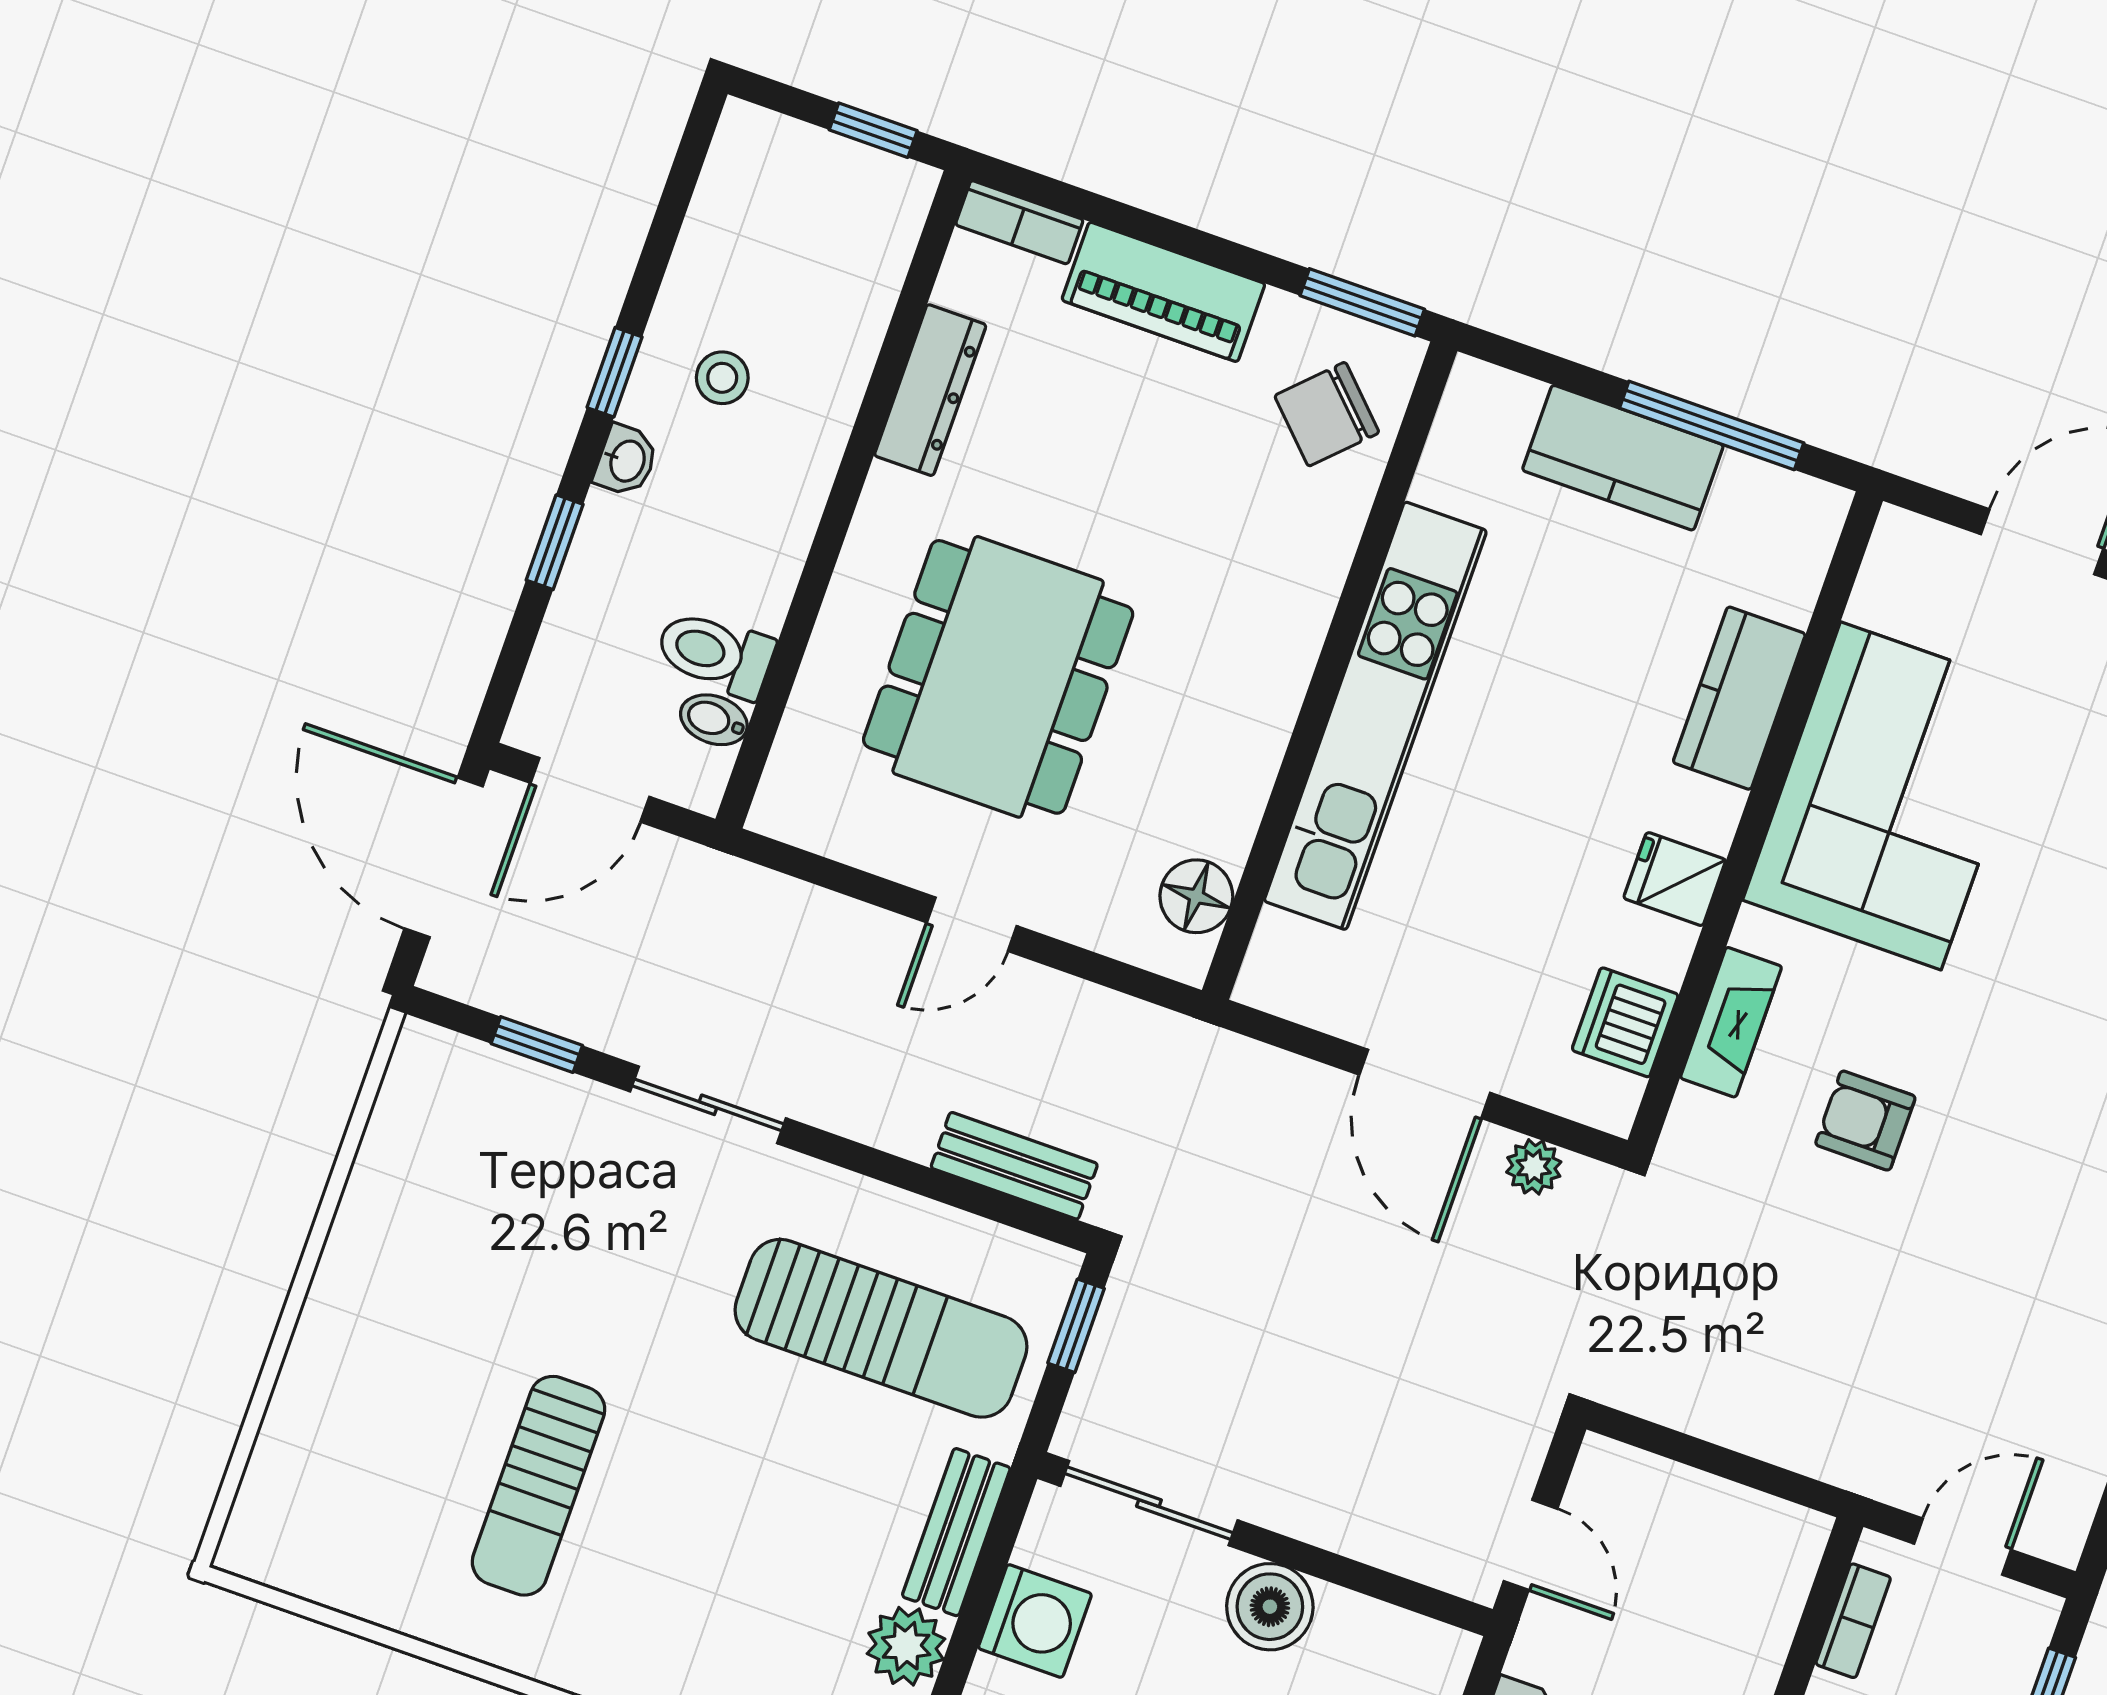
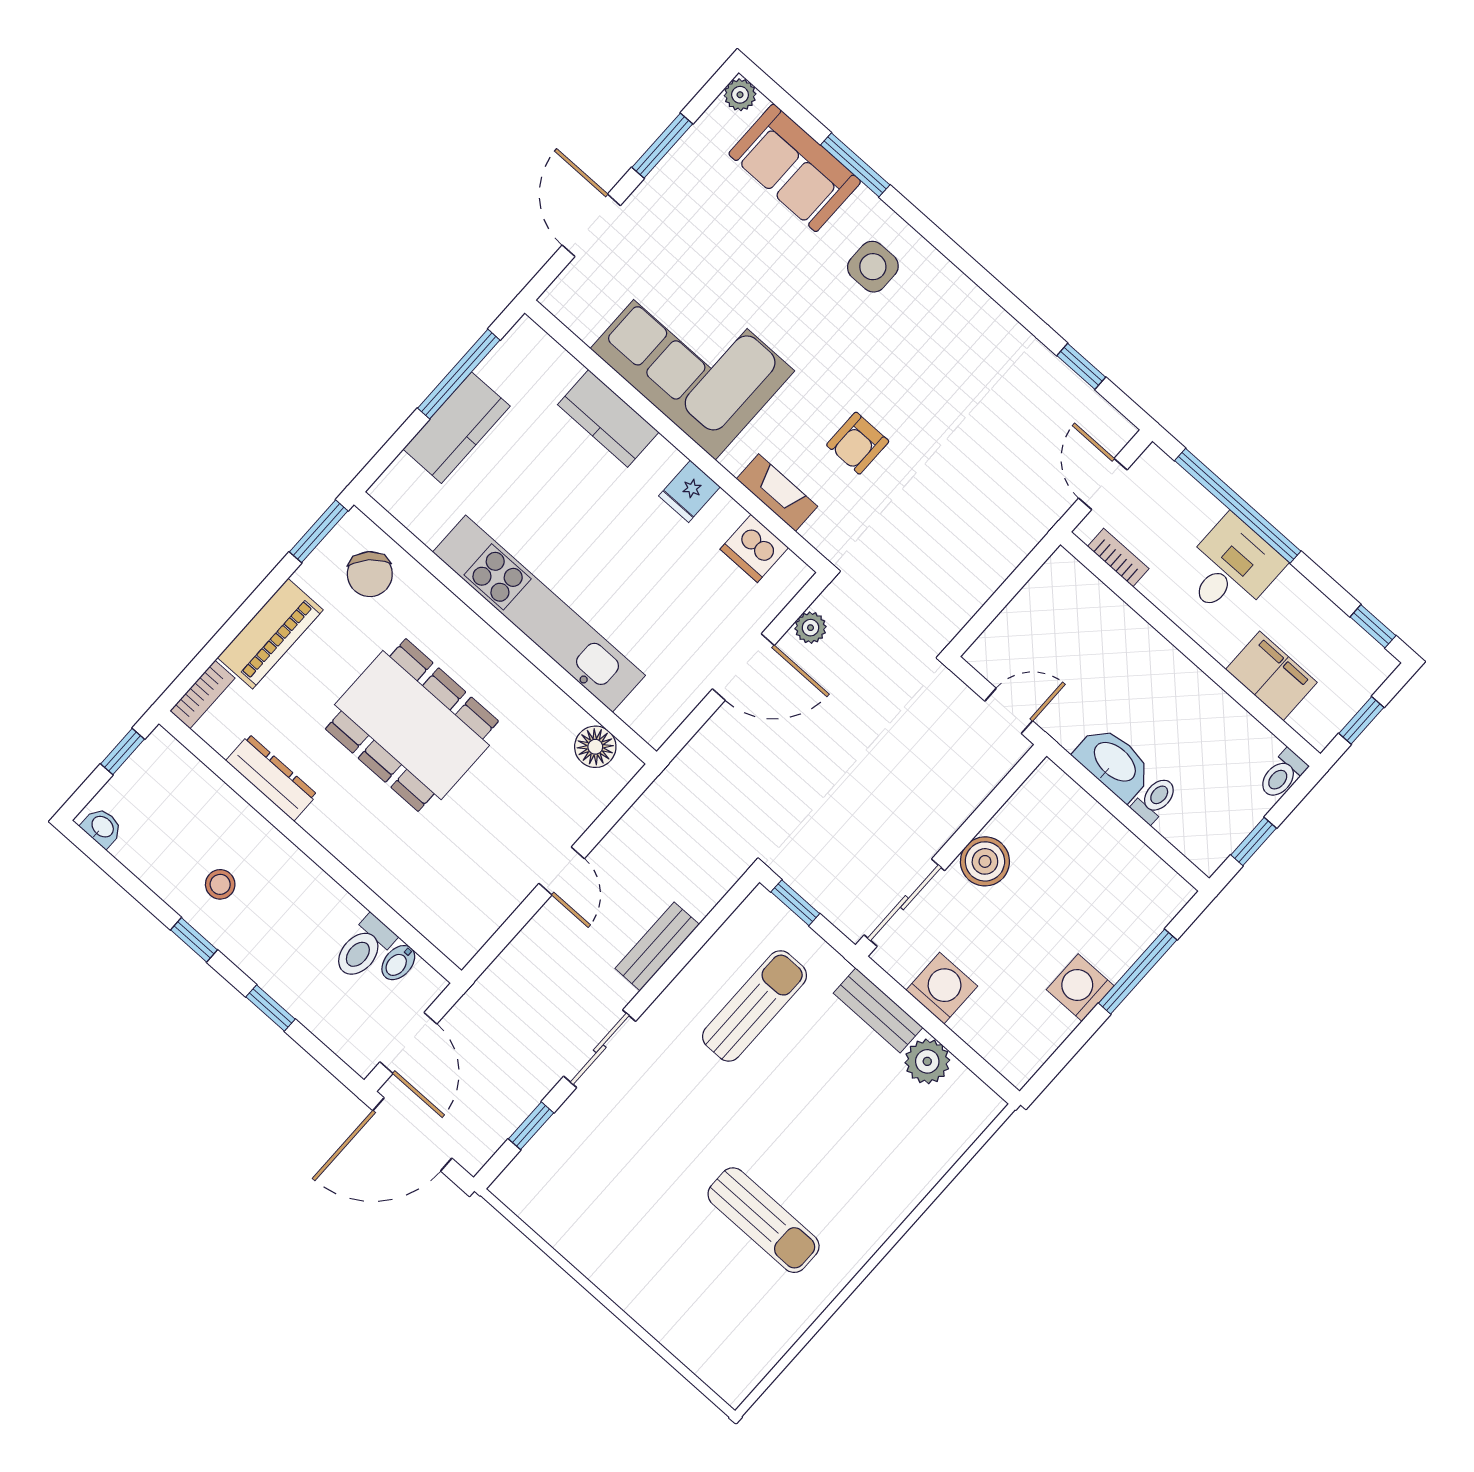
washbasin: (626, 461) -> (102, 827), moved
dining table: (998, 677) -> (412, 725), moved
bench: (1014, 1166) -> (657, 946), moved
sun lounger: (881, 1328) -> (755, 1006), width x0.73, depth x0.75

